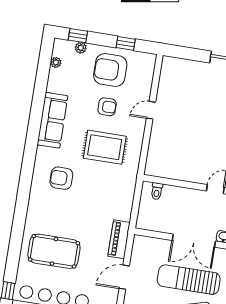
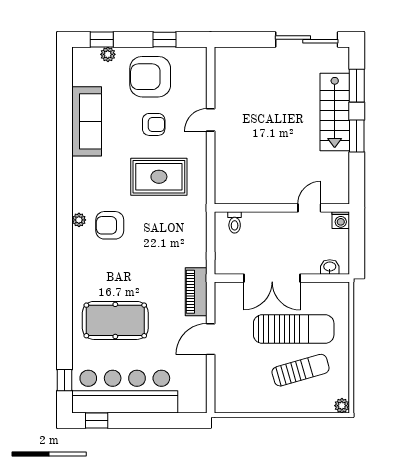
plant: (56, 62) -> (79, 220), moved
sofa: (53, 120) -> (87, 121), moved
double door: (194, 241) -> (272, 278), moved
sun lounger: (189, 280) -> (294, 329), turned 180

